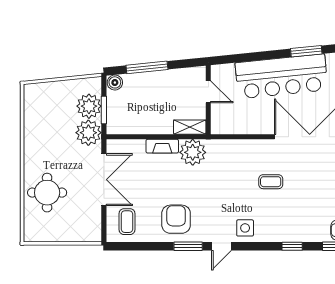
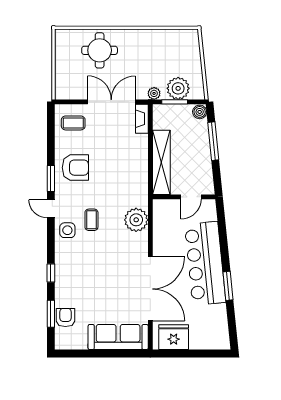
shelving: (190, 127) -> (161, 162), width x2.20, depth x1.33
plant: (88, 133) -> (154, 93), width x0.53, depth x0.53
fireplace: (162, 146) -> (142, 119), moved
plant: (193, 152) -> (136, 220), moved
double door: (104, 180) -> (111, 102), swing flipped
coffee table: (271, 182) -> (91, 220), moved

